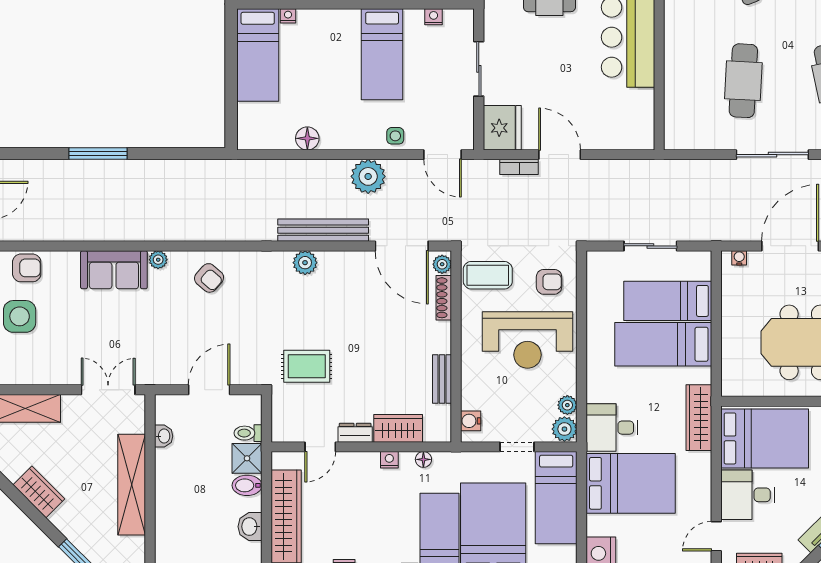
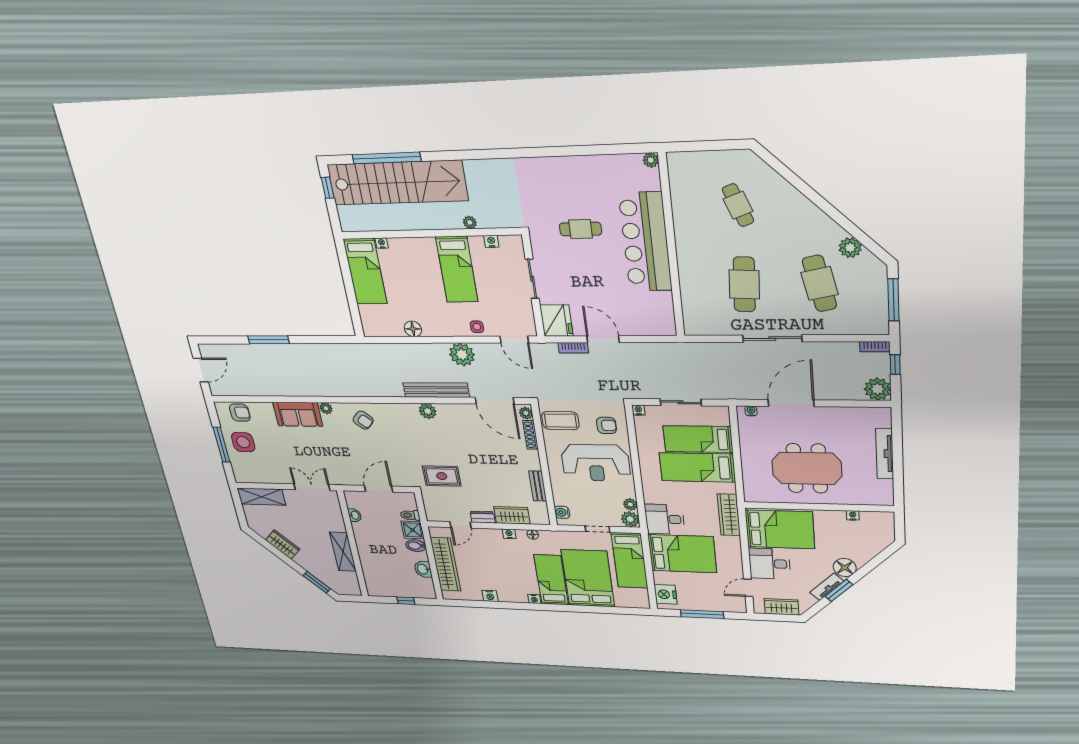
nightstand: (594, 258) -> (638, 410), added
shelving: (132, 485) -> (343, 552), width x0.68

